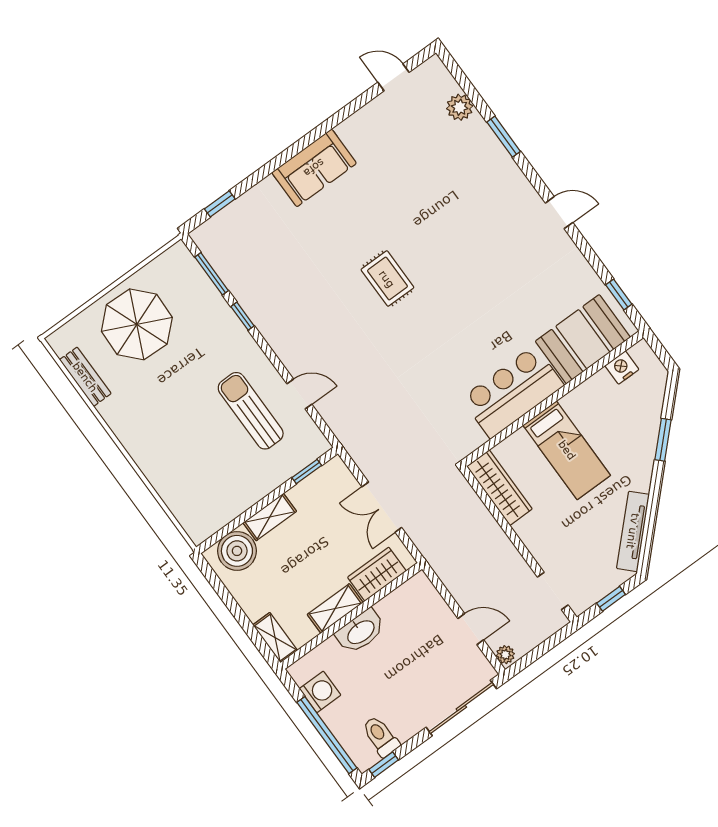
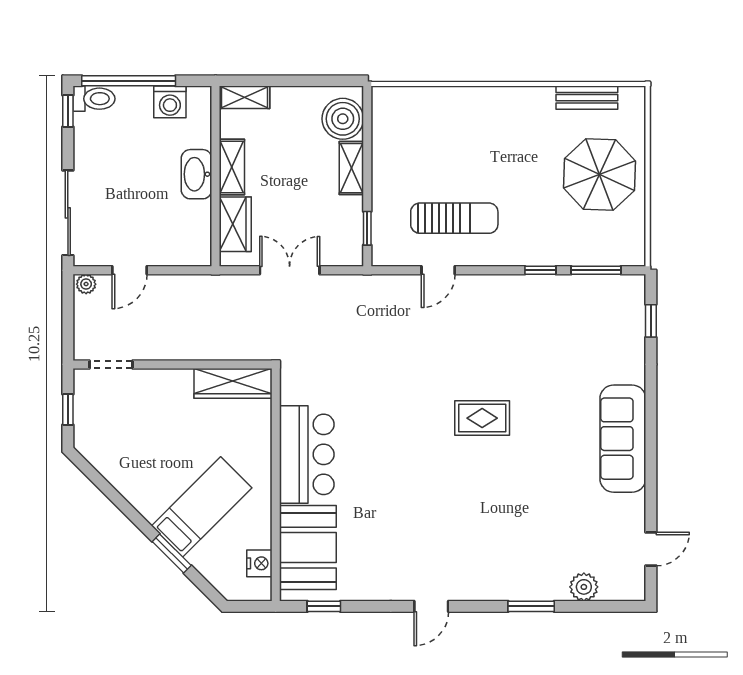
sofa: (314, 168) -> (623, 439), width x1.36
bed: (567, 450) -> (202, 507), moved, turned 135
tv unit: (633, 531) -> (112, 470), removed
toilet: (381, 736) -> (94, 99), moved

